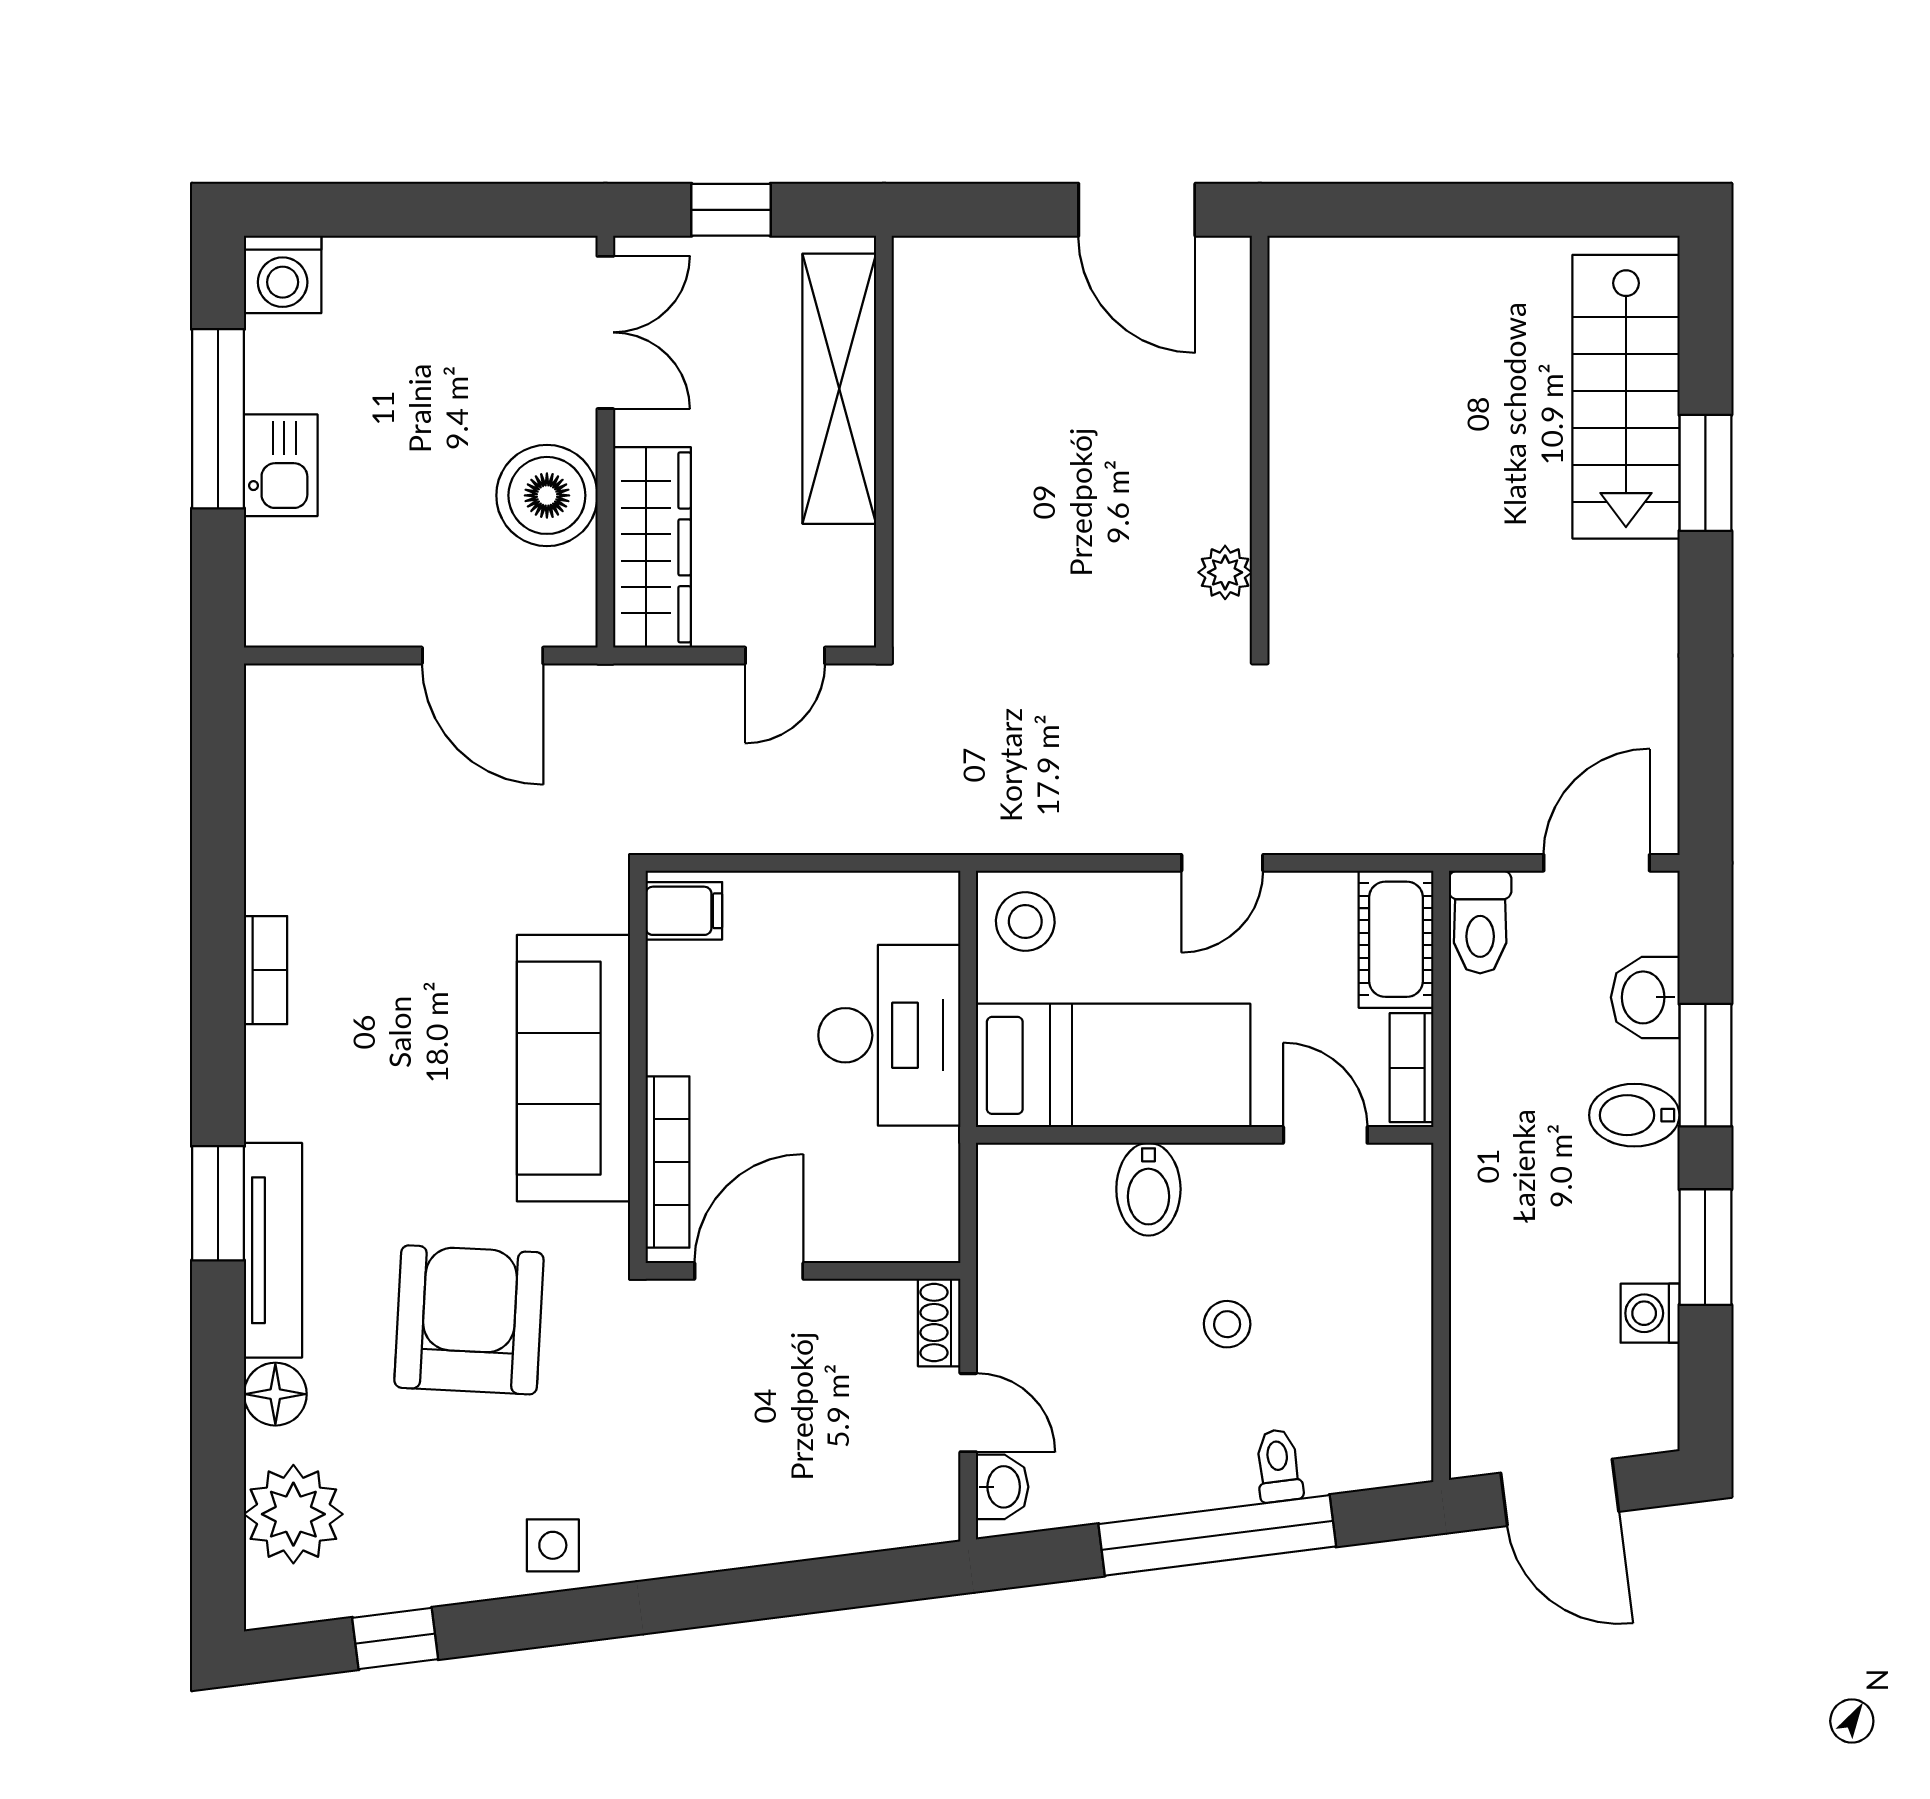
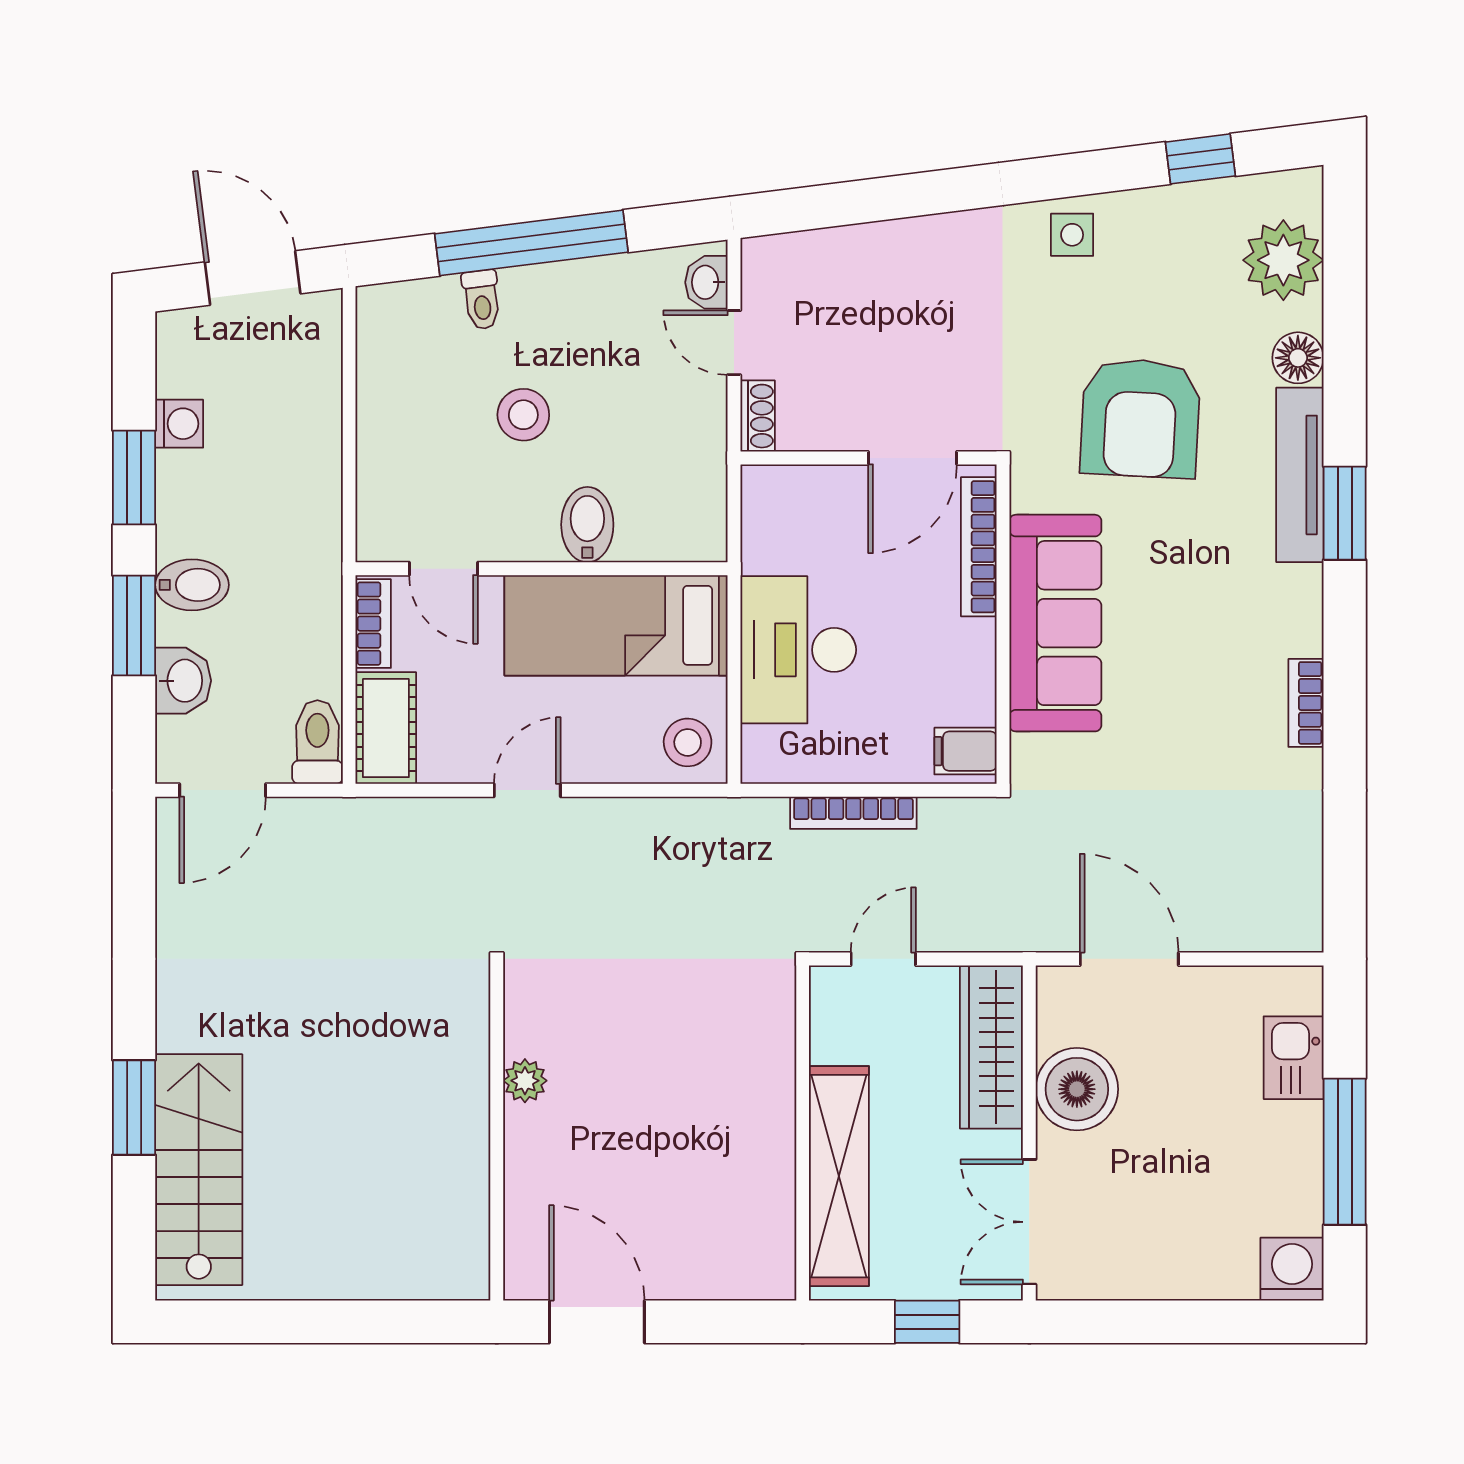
kitchen sink: (281, 465) -> (1294, 1058), moved
plant: (1225, 572) -> (525, 1081), moved
bookcase: (822, 835) -> (853, 813), added
stool: (1227, 1324) -> (523, 415), width x1.37, depth x1.37

